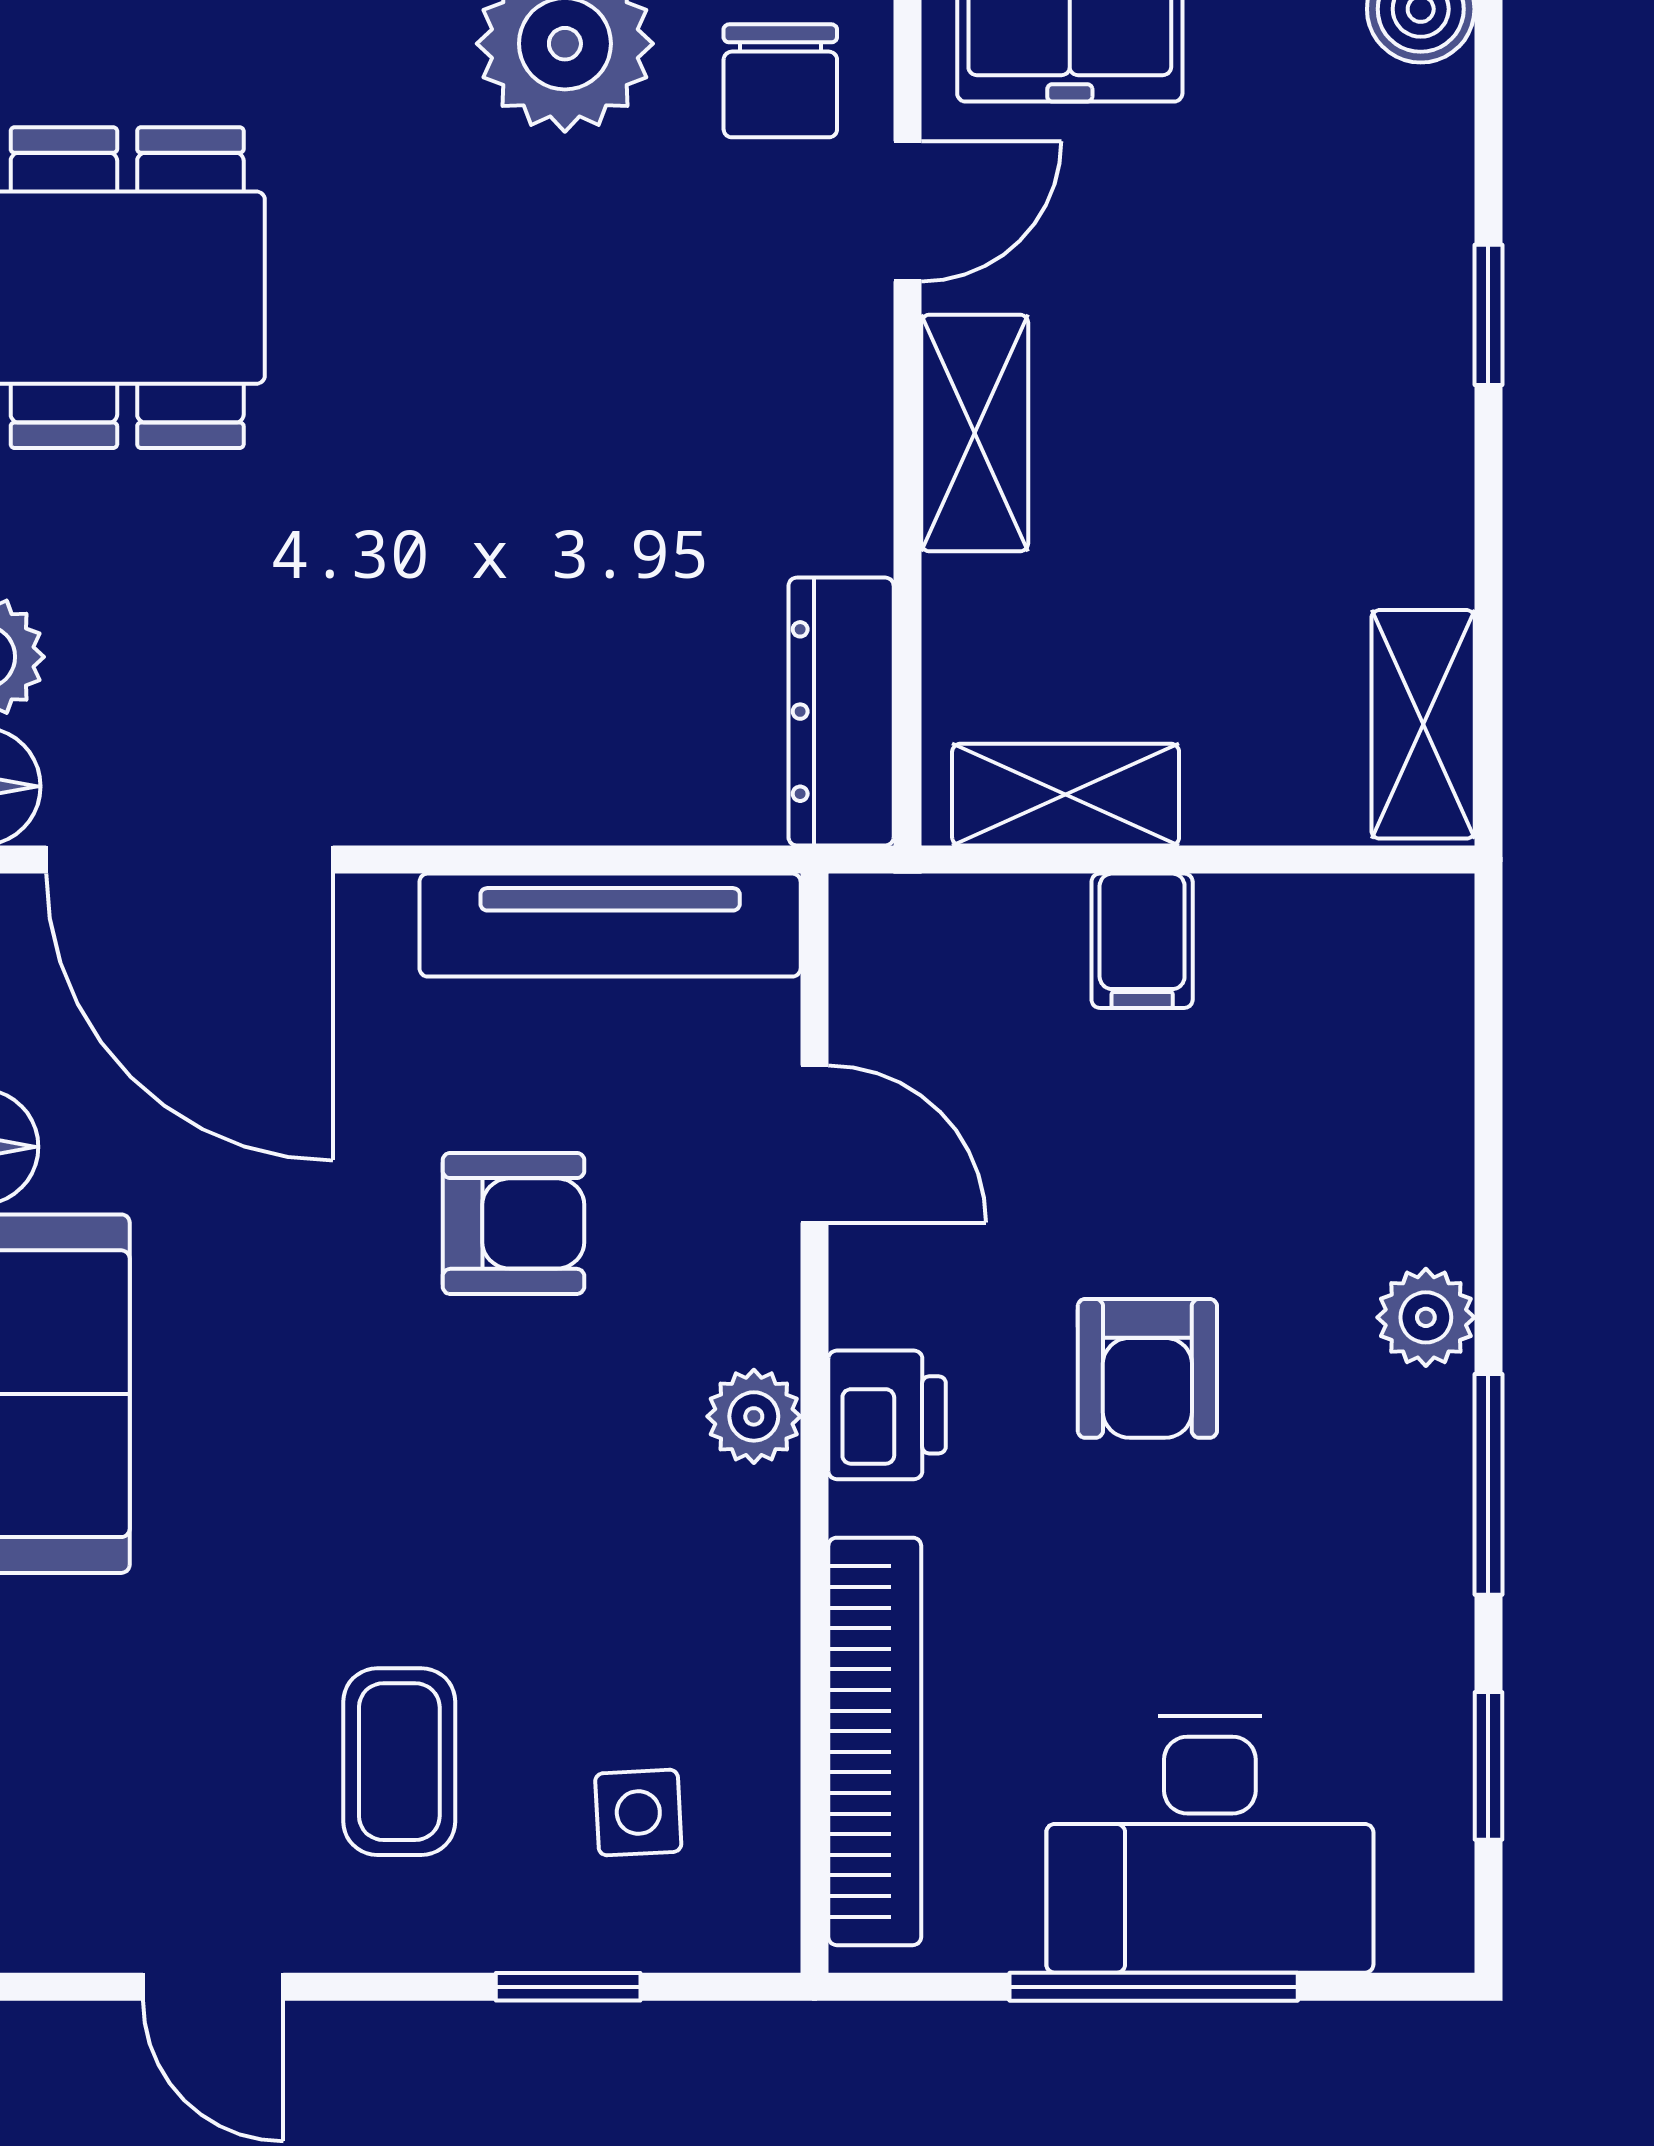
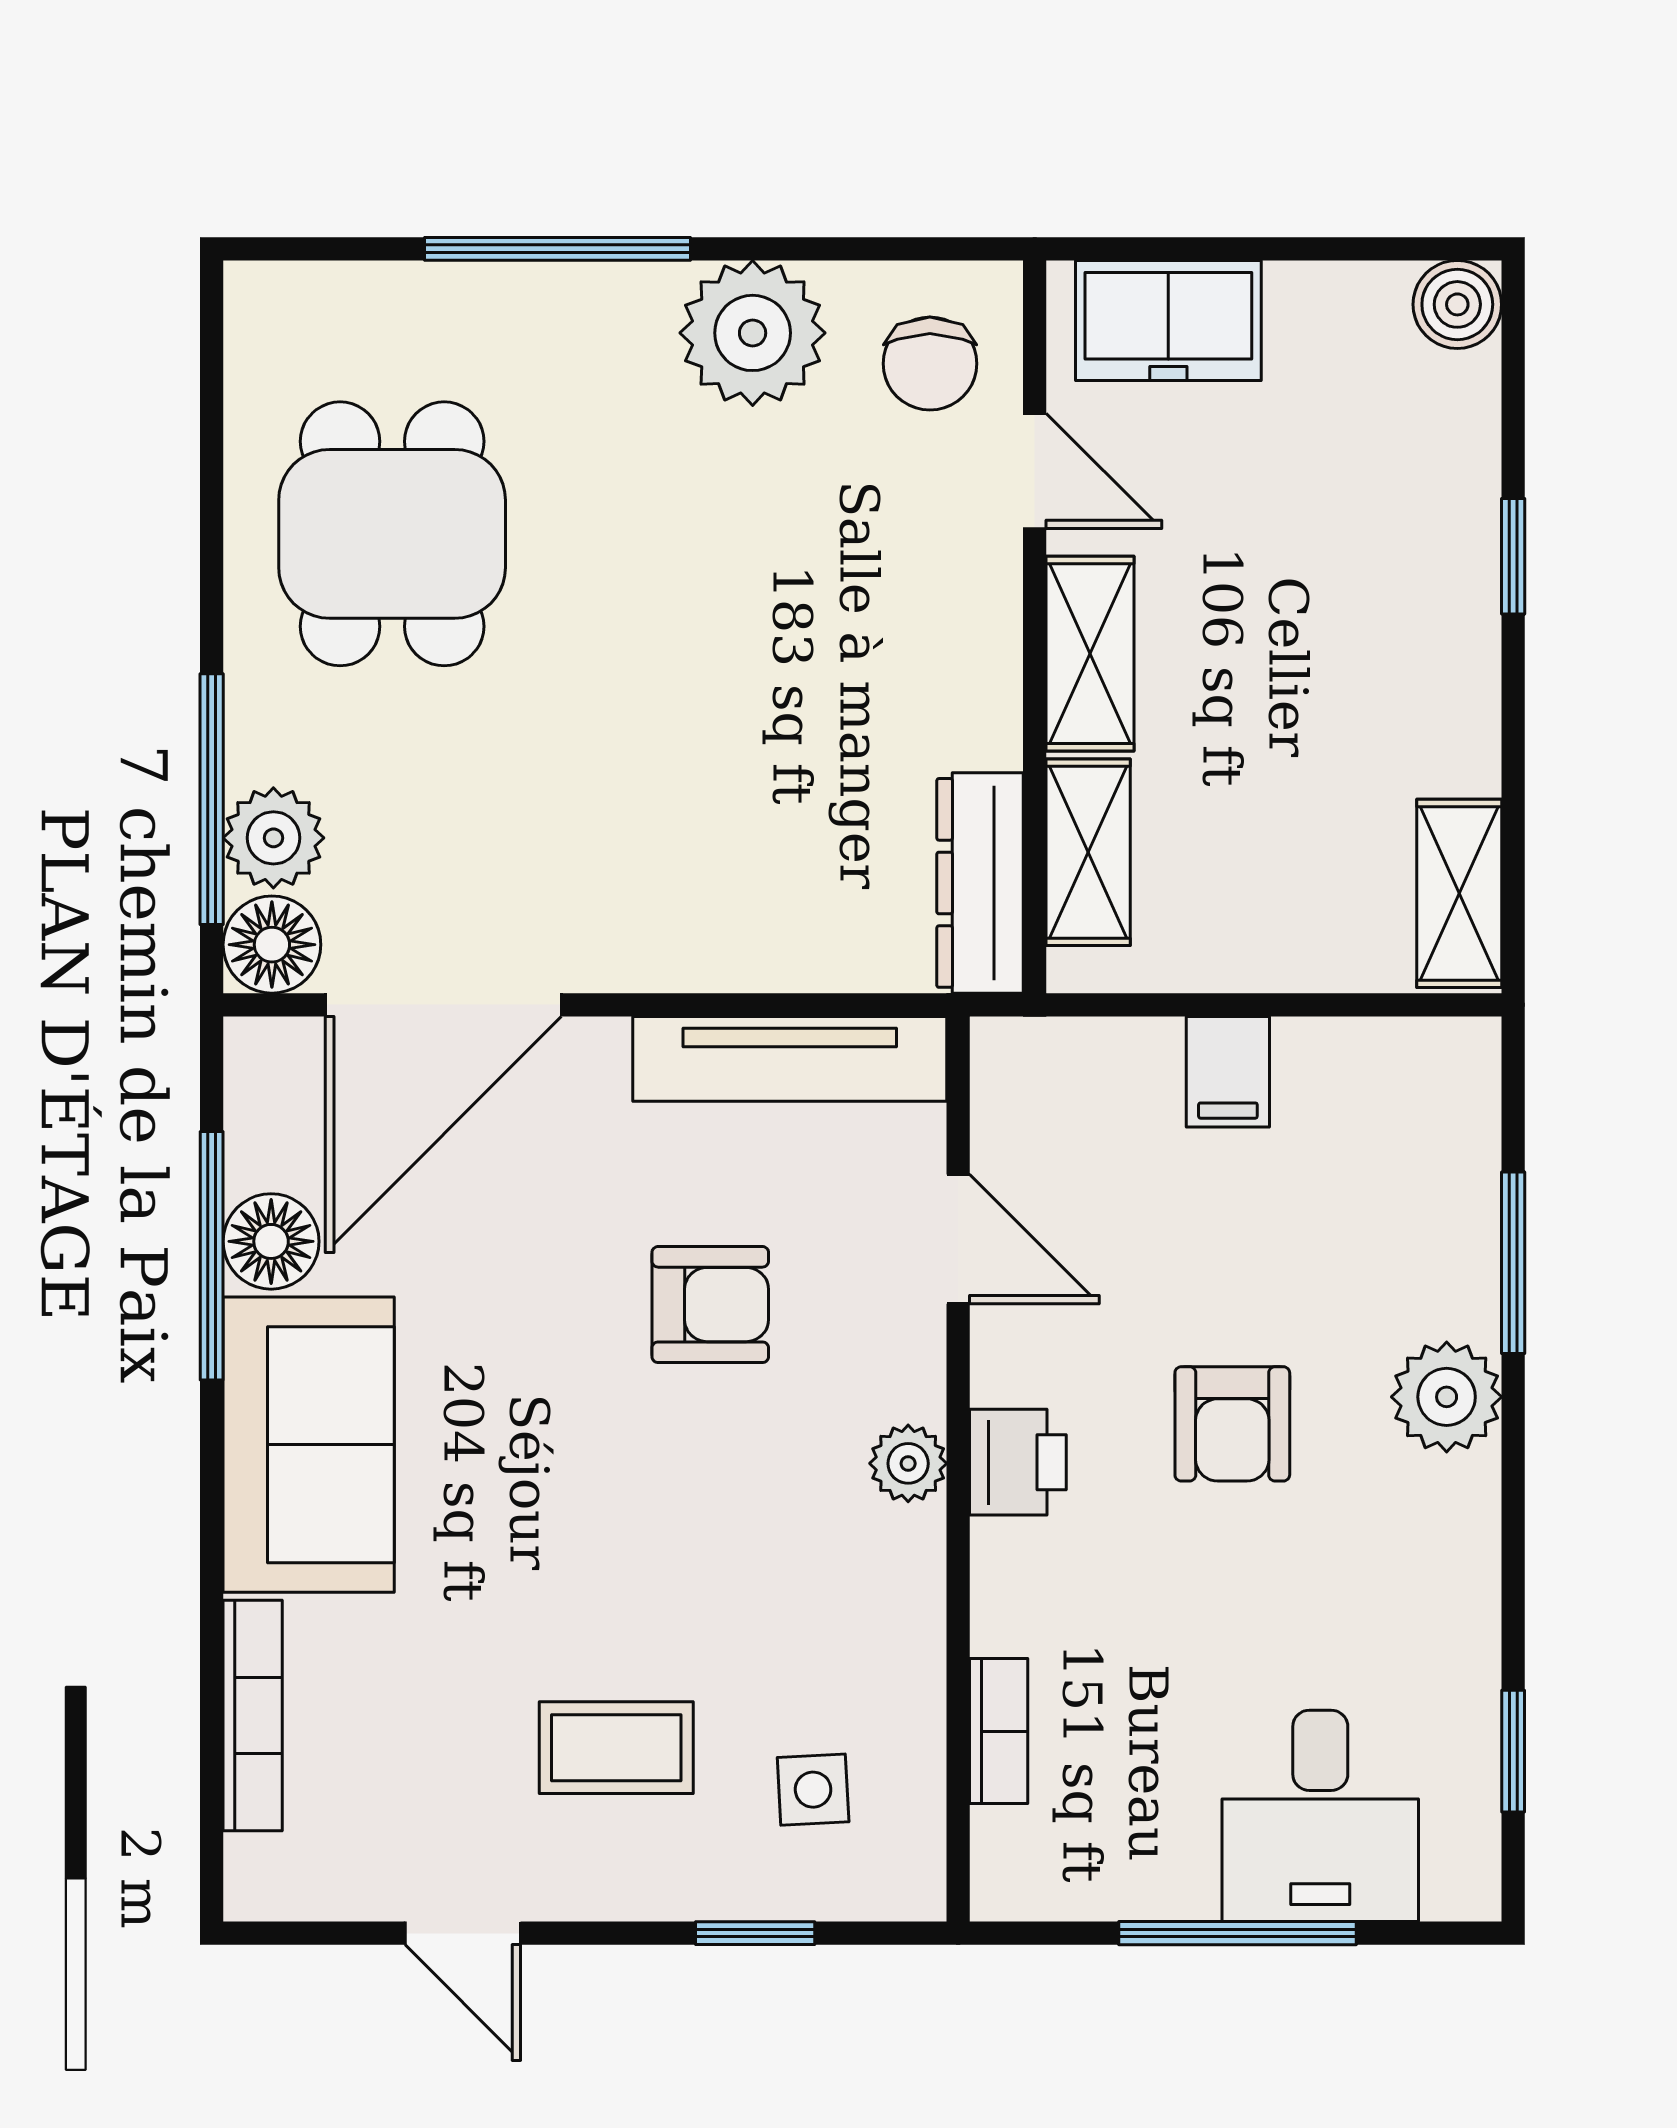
door: (907, 211) -> (1035, 471), hinge flipped
shelving: (1066, 795) -> (1088, 852), moved, turned 90
door: (189, 860) -> (443, 1005), hinge flipped
plant: (1426, 1317) -> (1447, 1397), width x1.38, depth x1.38
window: (1488, 1484) -> (1513, 1263), moved
bookcase: (875, 1741) -> (999, 1731), width x0.43, depth x0.76
coffee table: (399, 1762) -> (616, 1748), turned 90
desk: (1210, 1844) -> (1320, 1816), width x0.73

